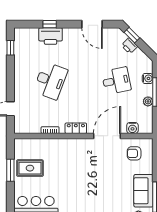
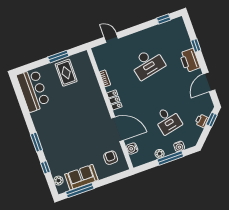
printer: (51, 36) -> (190, 60), moved
desk: (50, 81) -> (148, 64), turned -33

